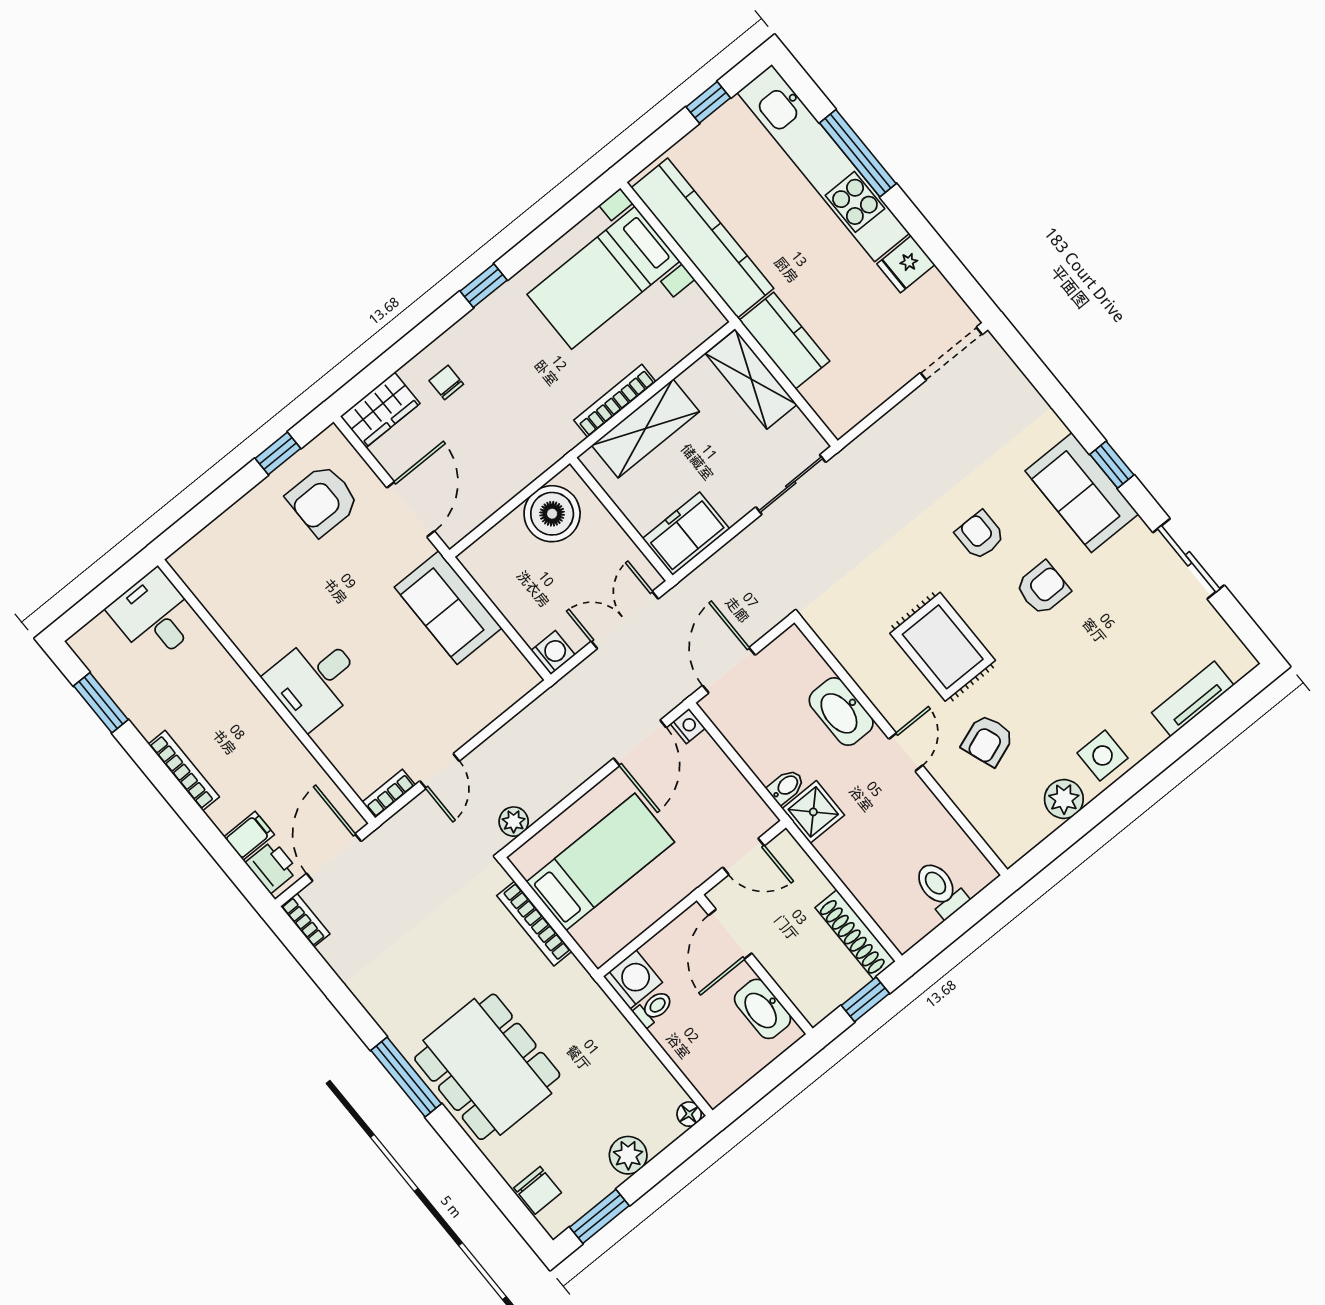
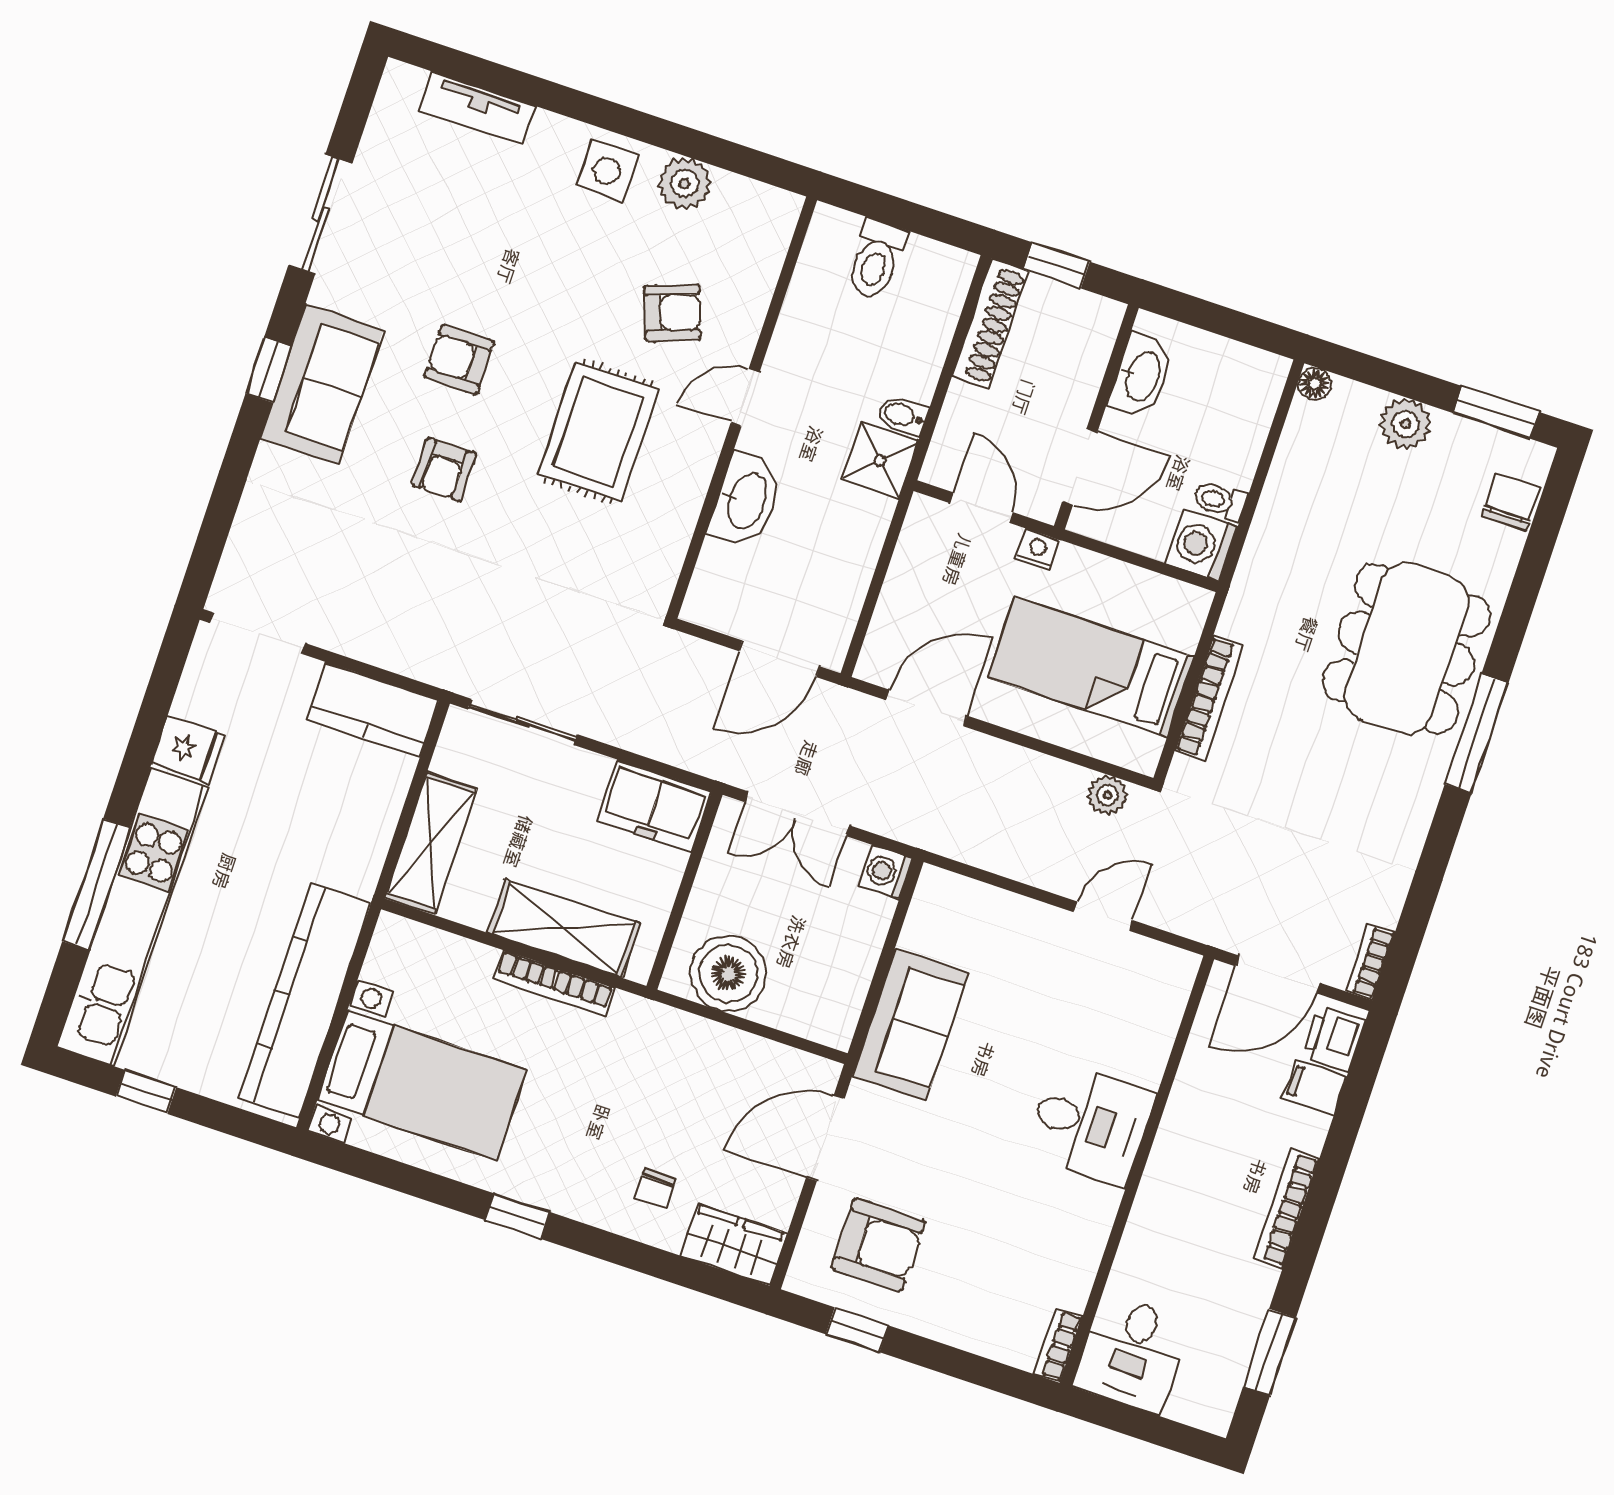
kitchen counter: (785, 341) -> (373, 709), moved, turned -90
nightstand: (688, 726) -> (1037, 550), moved, turned 90
bidet: (786, 787) -> (903, 415), moved
bookcase: (389, 794) -> (1058, 1345), moved, turned 90

